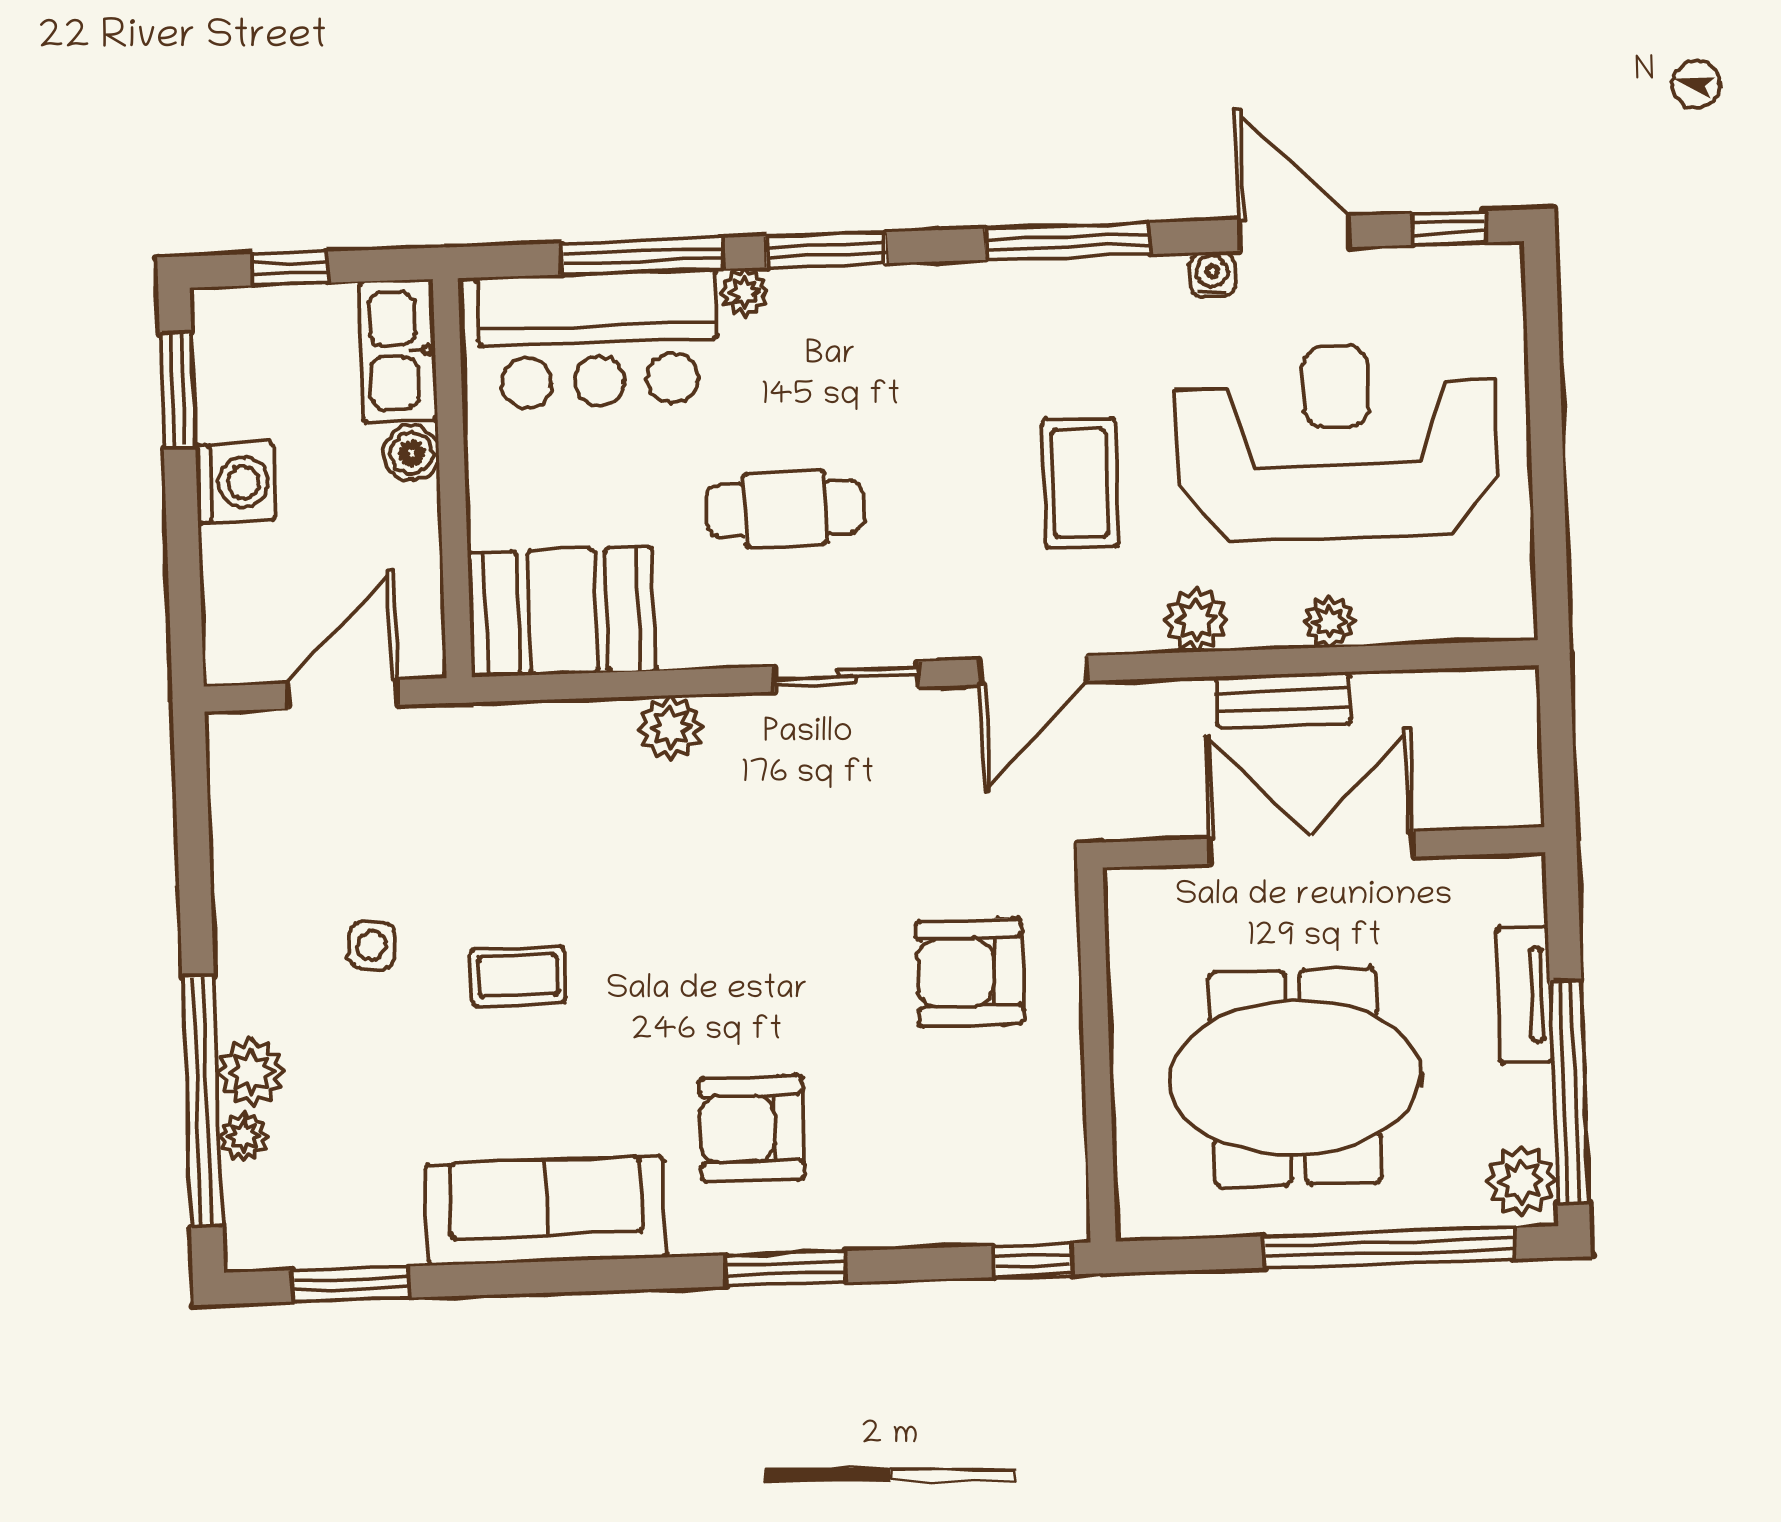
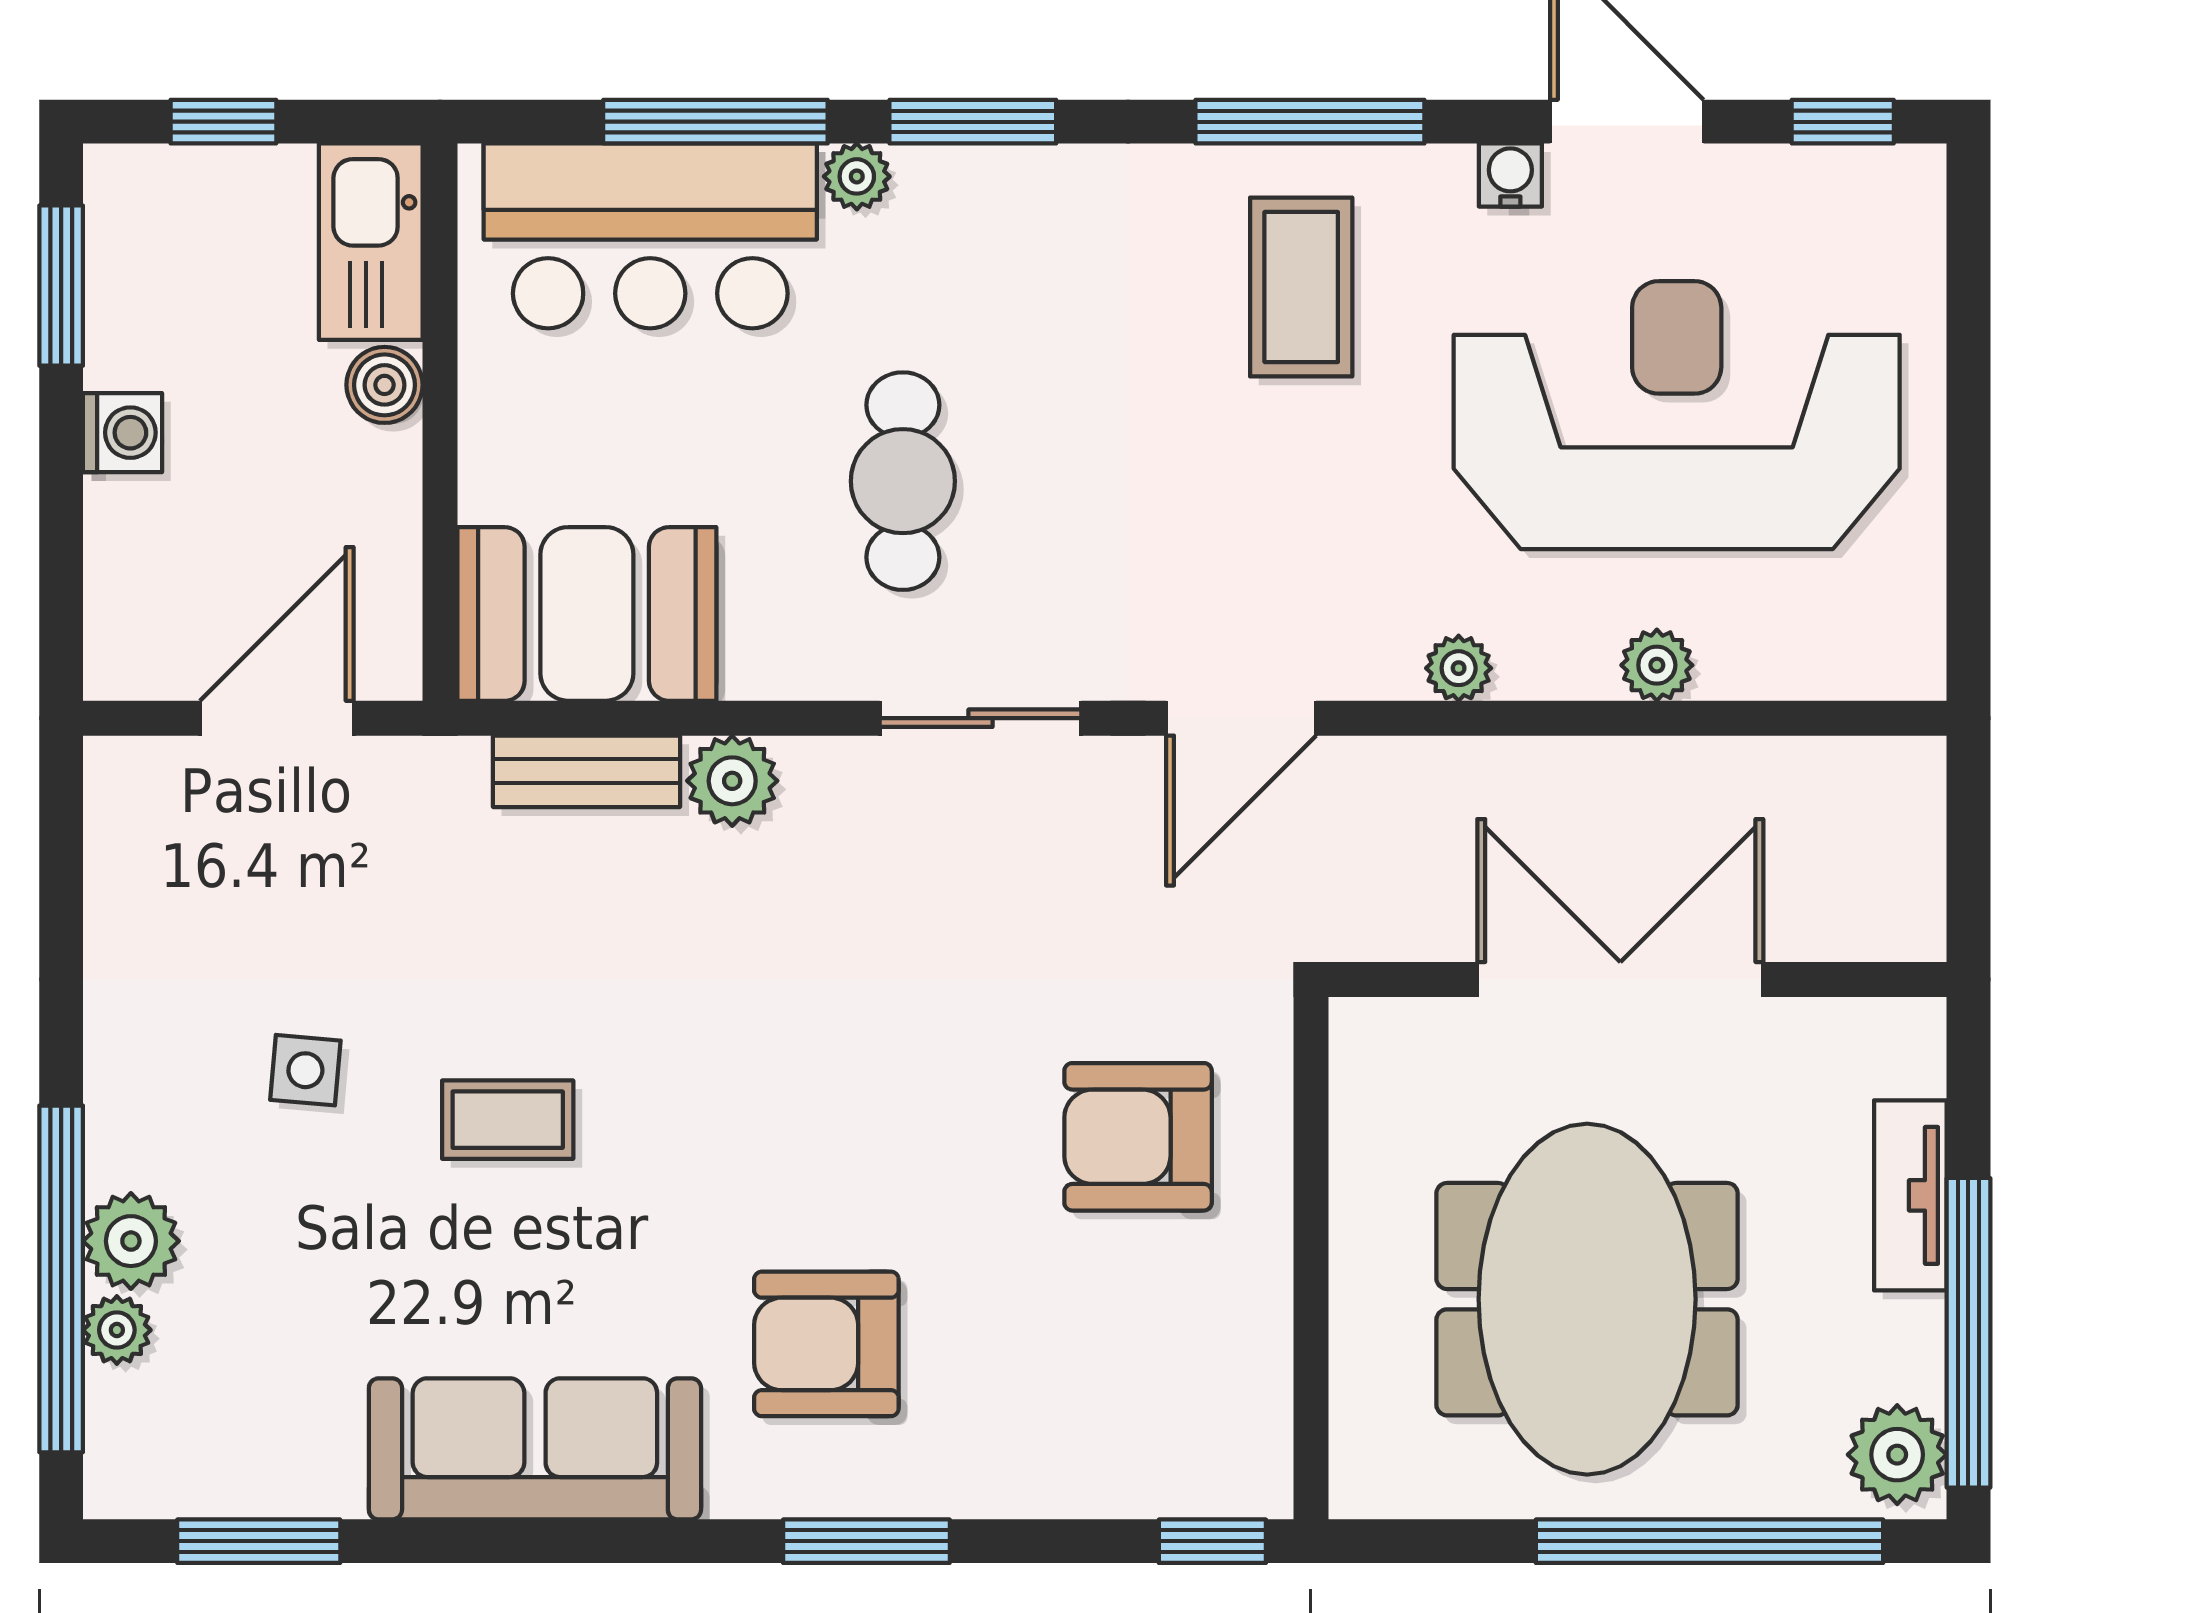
washing machine: (235, 483) -> (122, 433), width x0.73, depth x0.73
coffee table: (1080, 483) -> (1301, 287), moved
cafe table: (785, 509) -> (903, 481), turned 90
plant: (1196, 620) -> (1459, 668), width x0.73, depth x0.73
bench: (1284, 700) -> (586, 771), moved
meeting table: (1295, 1077) -> (1587, 1299), turned 90

